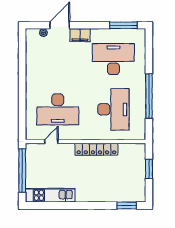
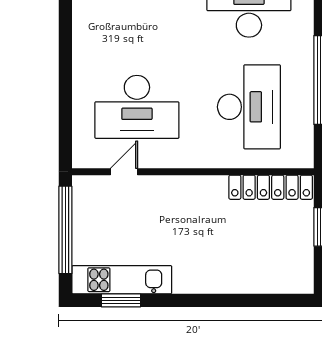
locker: (96, 149) -> (271, 187), moved
window: (127, 206) -> (121, 300), moved

